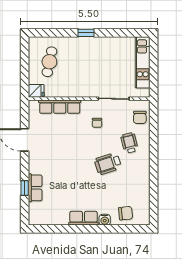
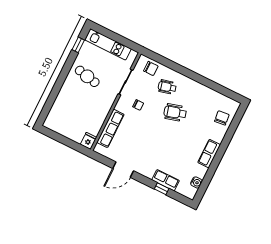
window: (86, 33) -> (78, 45), moved
cafe table: (49, 62) -> (87, 76), moved
wheelchair: (108, 164) -> (175, 113), turned 92
water cooler: (105, 220) -> (196, 182), moved

